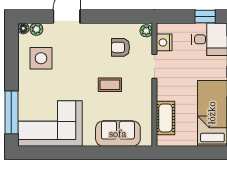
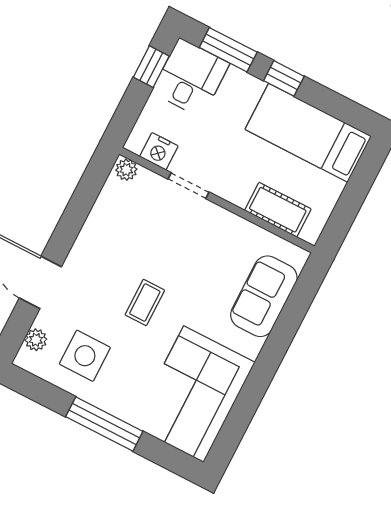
floor lamp: (23, 28) -> (24, 359), removed
armchair: (121, 47) -> (132, 223), removed
coffee table: (110, 85) -> (145, 302), moved
window: (11, 112) -> (104, 424), moved

